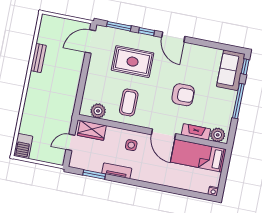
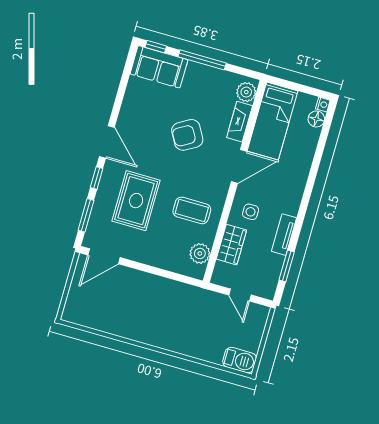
door: (173, 37) -> (107, 142), hinge flipped
door: (90, 42) -> (104, 256), hinge flipped
bench: (38, 58) -> (121, 329), removed
armchair: (183, 95) -> (187, 135), turned -120
wardrobe: (92, 130) -> (231, 245), moved
floor lamp: (202, 187) -> (316, 119), added

